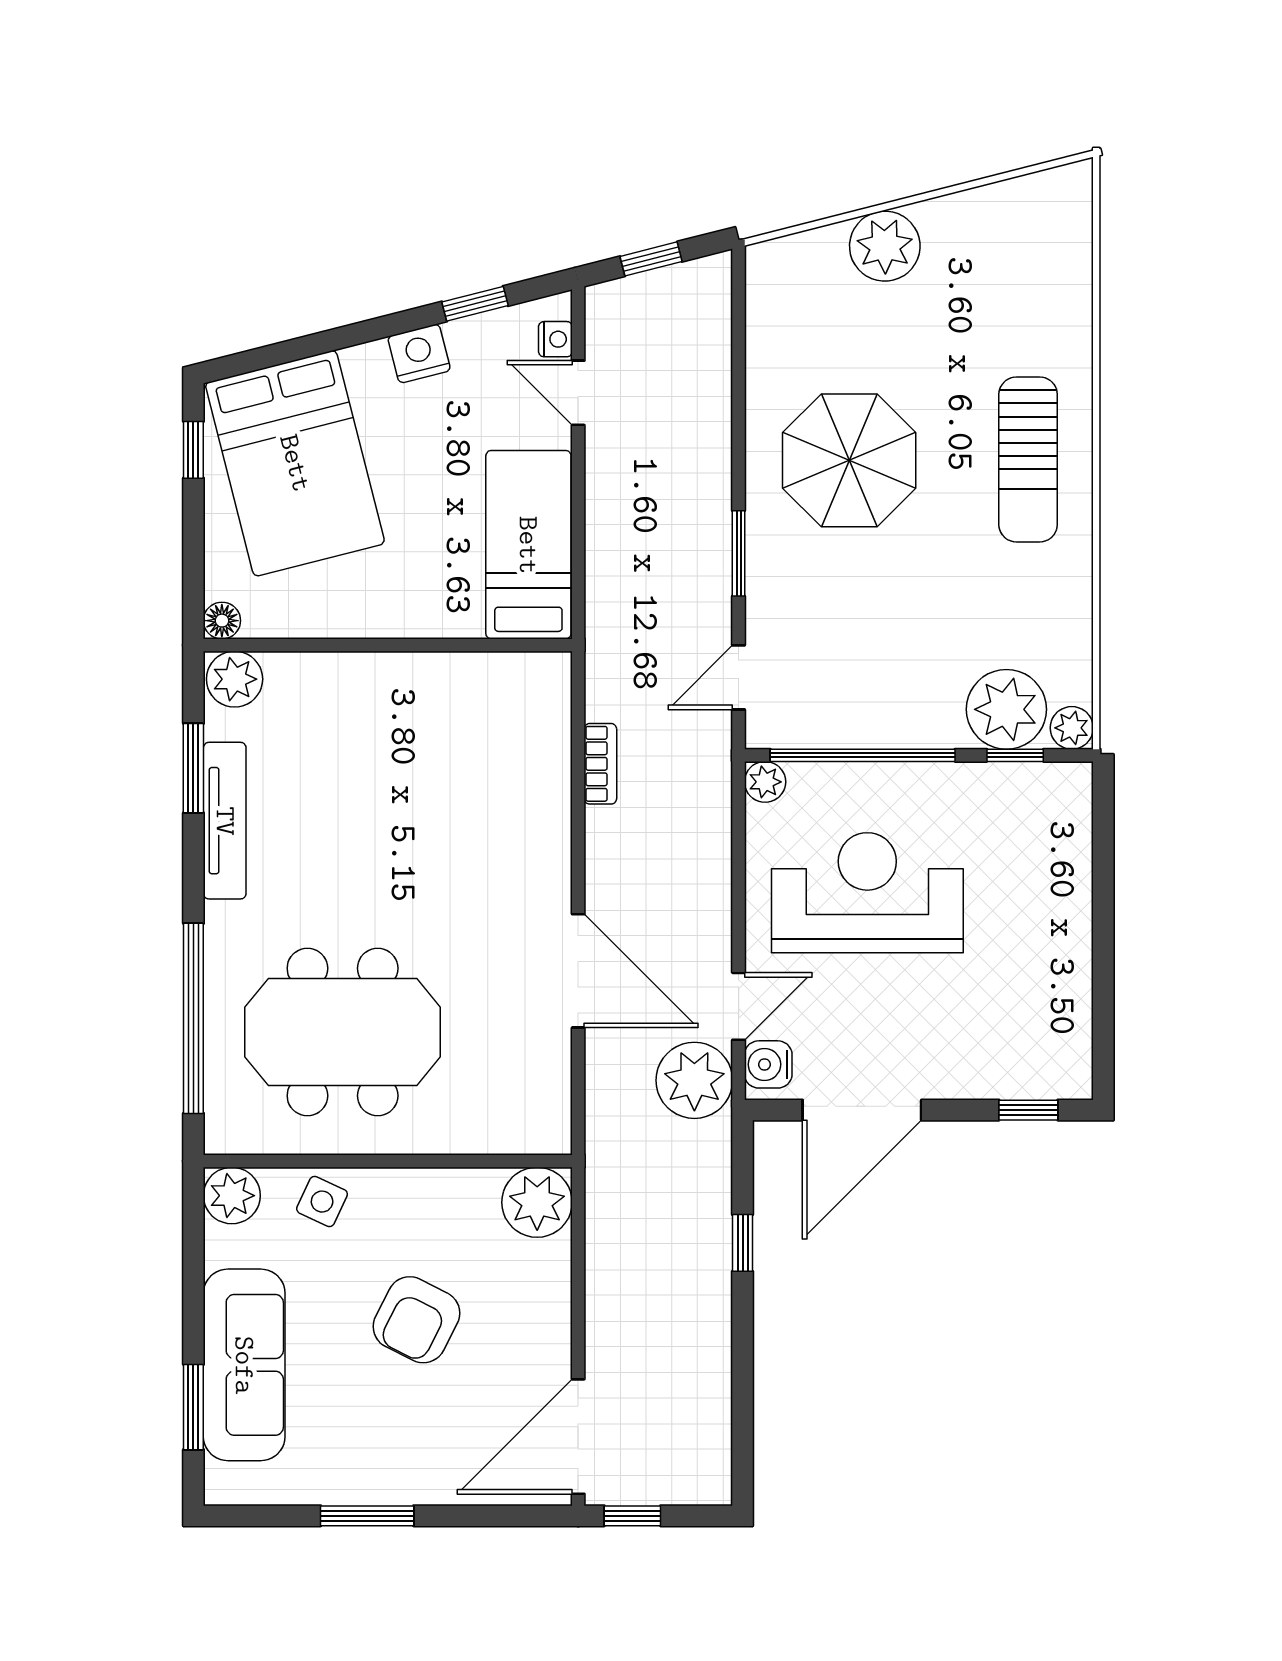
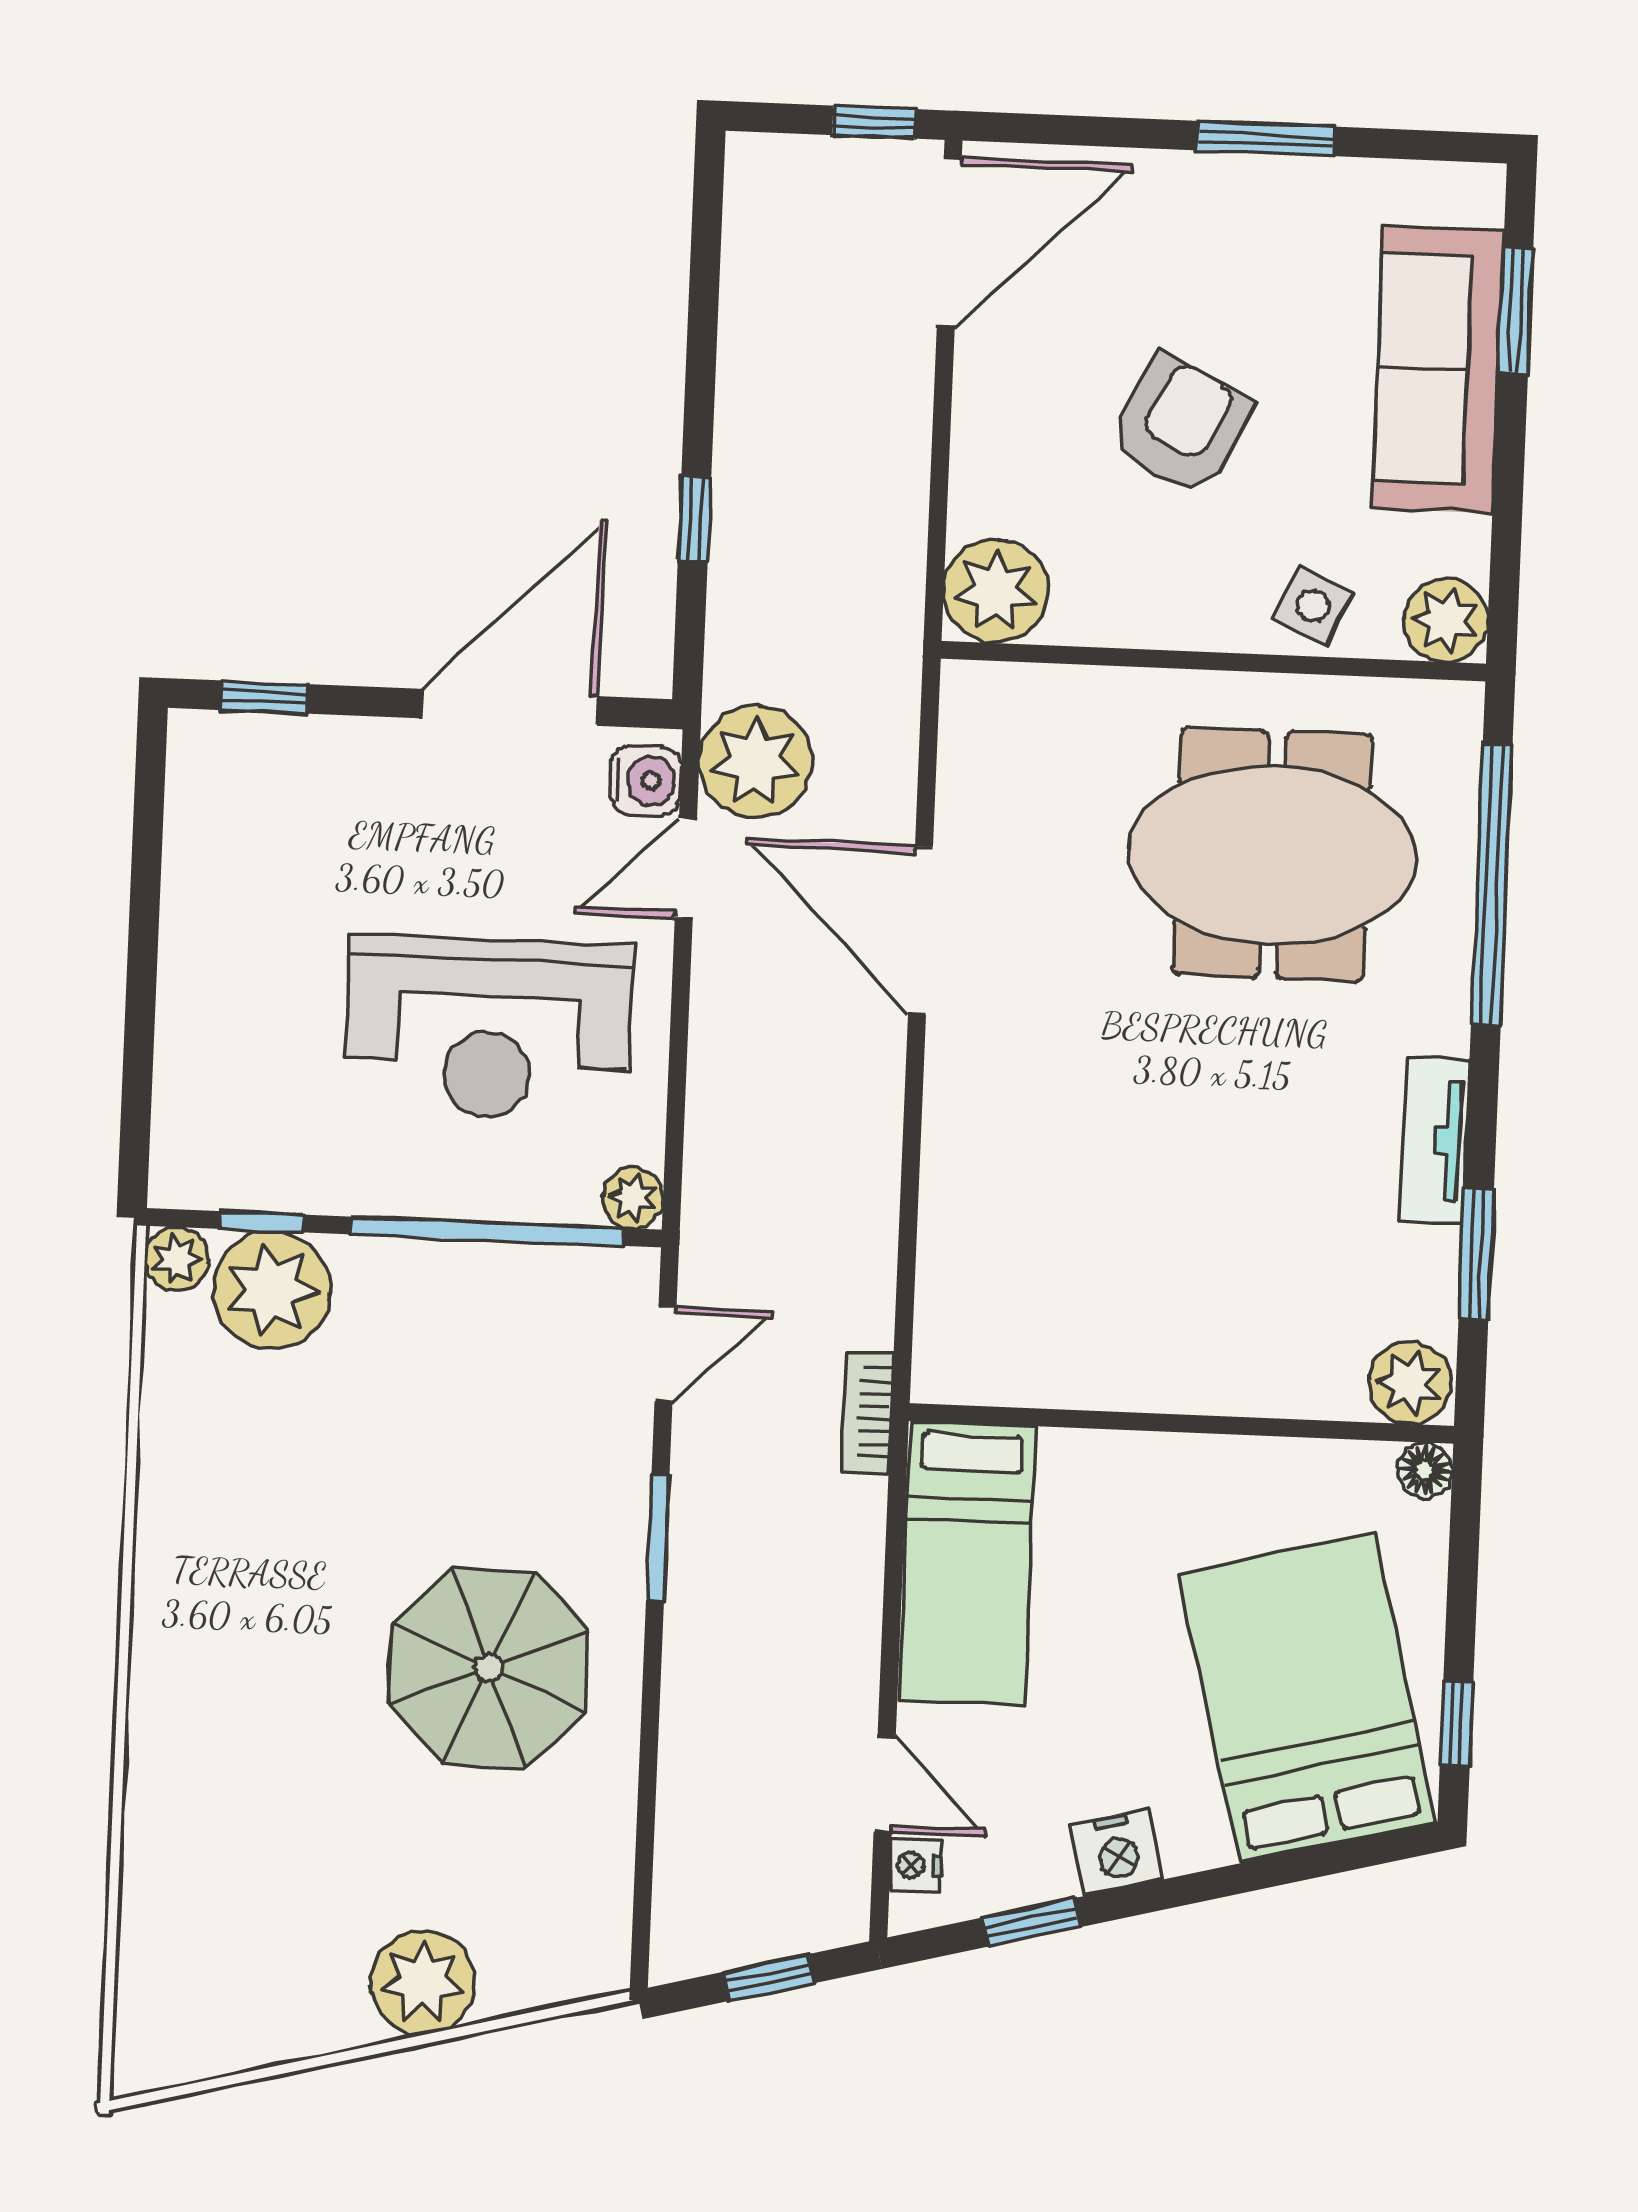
sun lounger: (1028, 459) -> (224, 1658), removed
bookcase: (600, 764) -> (867, 1412), moved
tv unit: (225, 821) -> (1435, 1141), width x0.71

